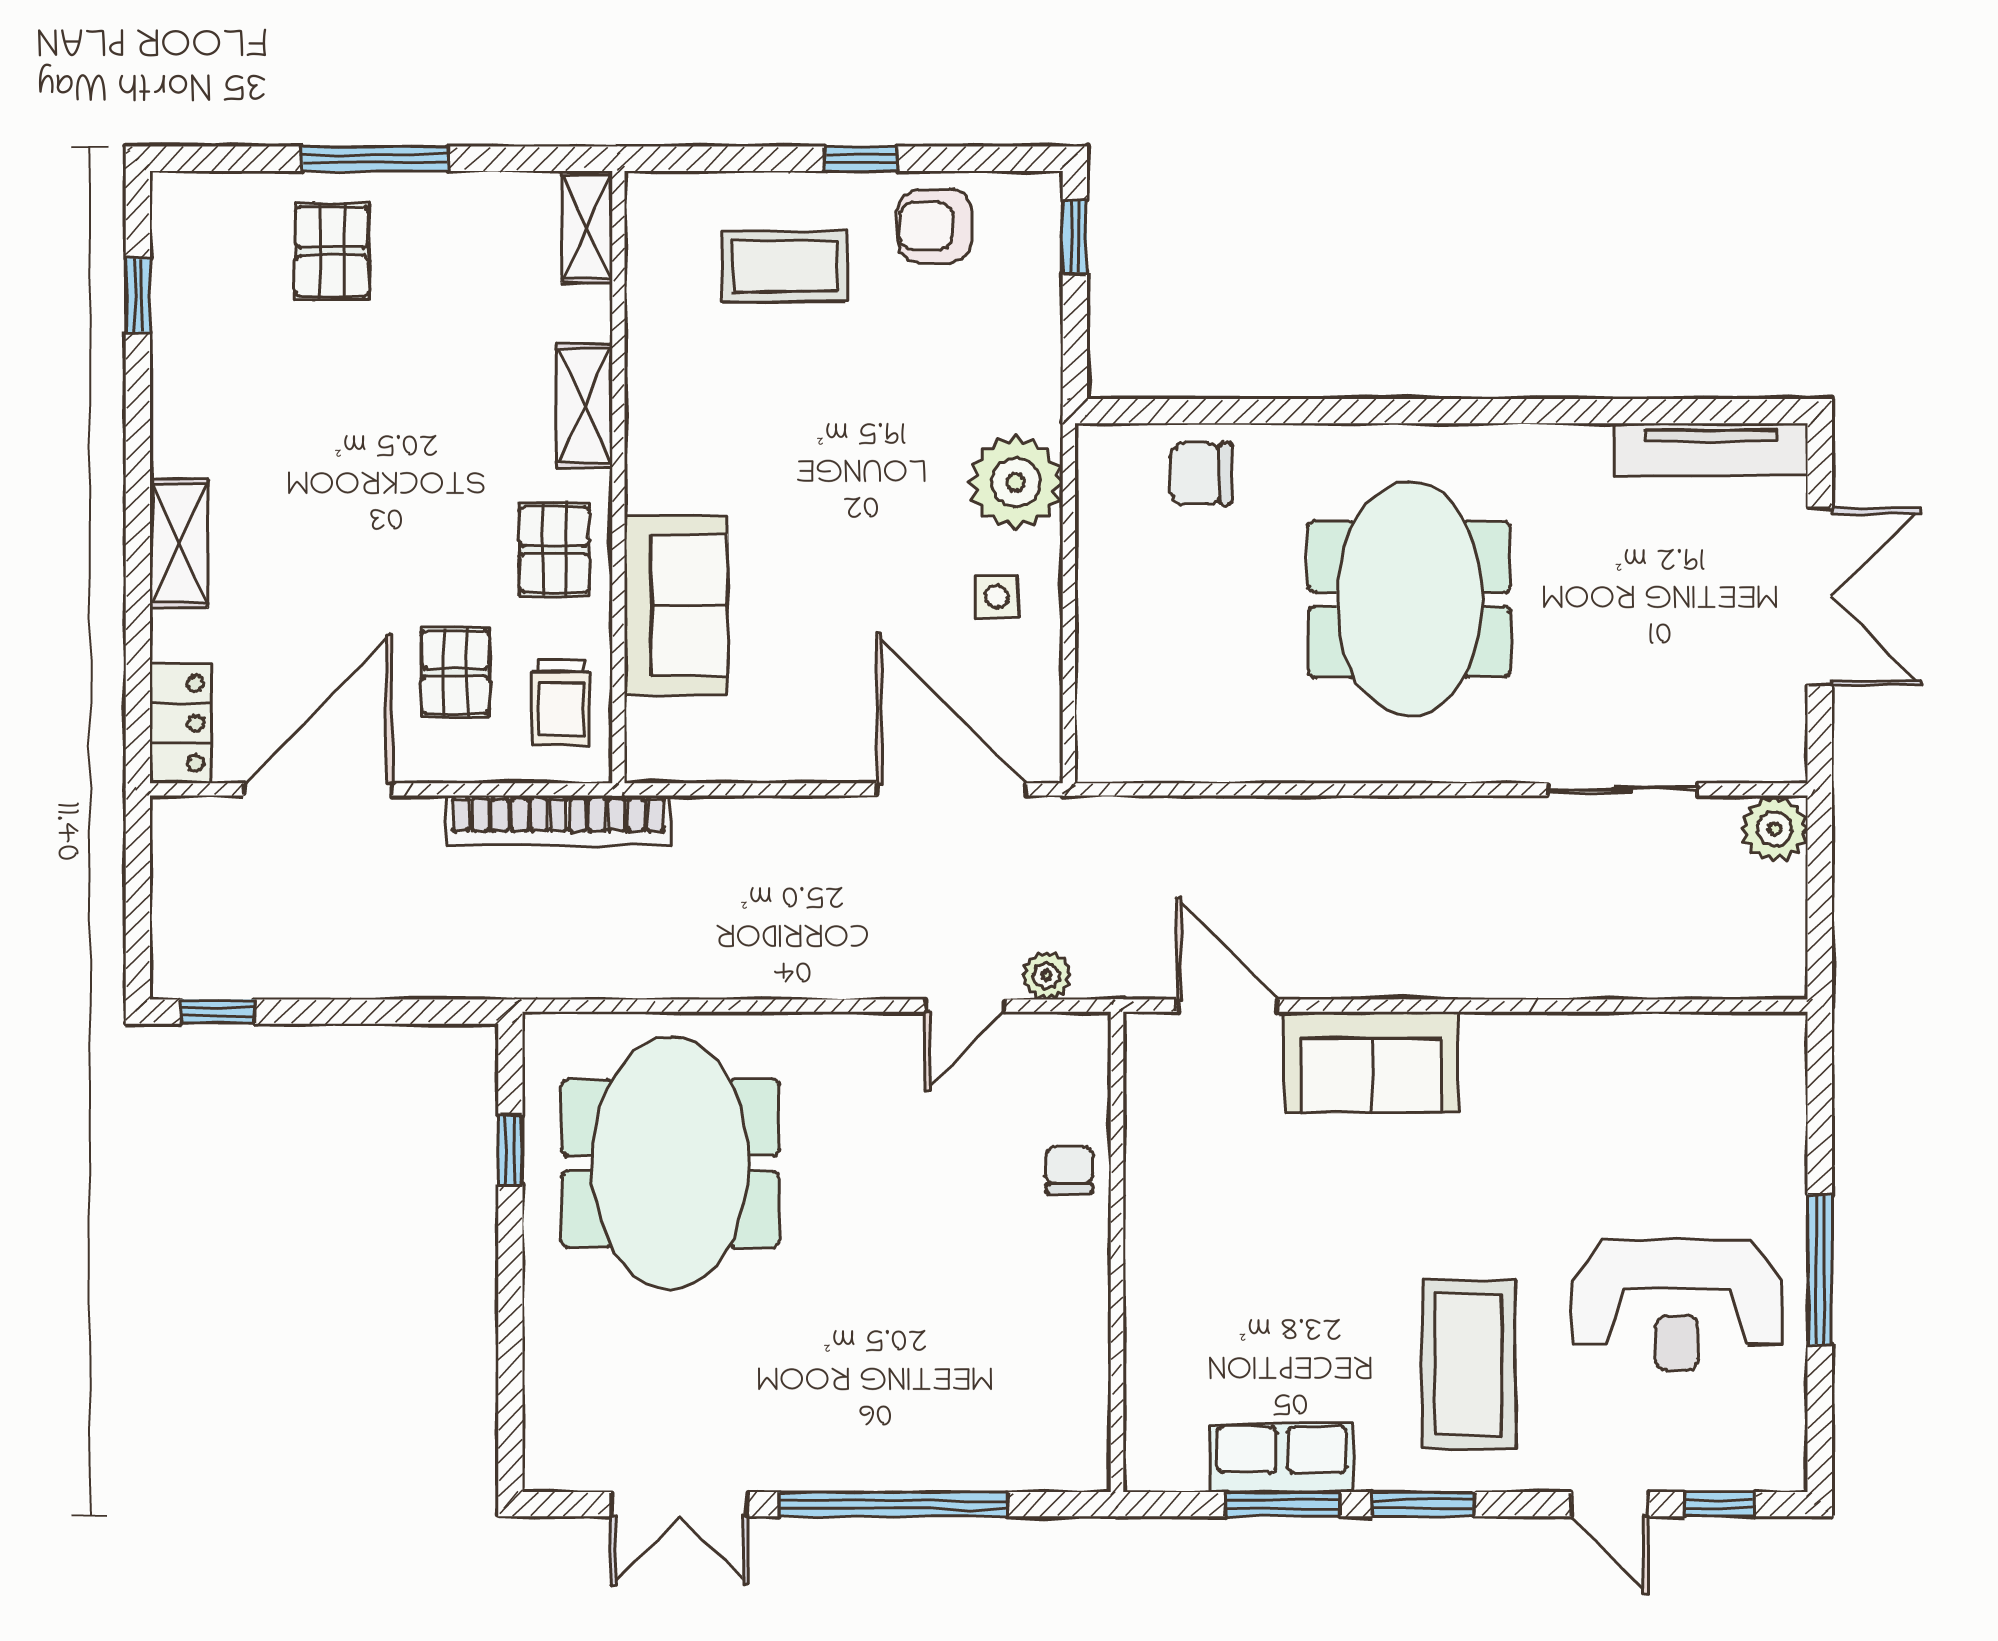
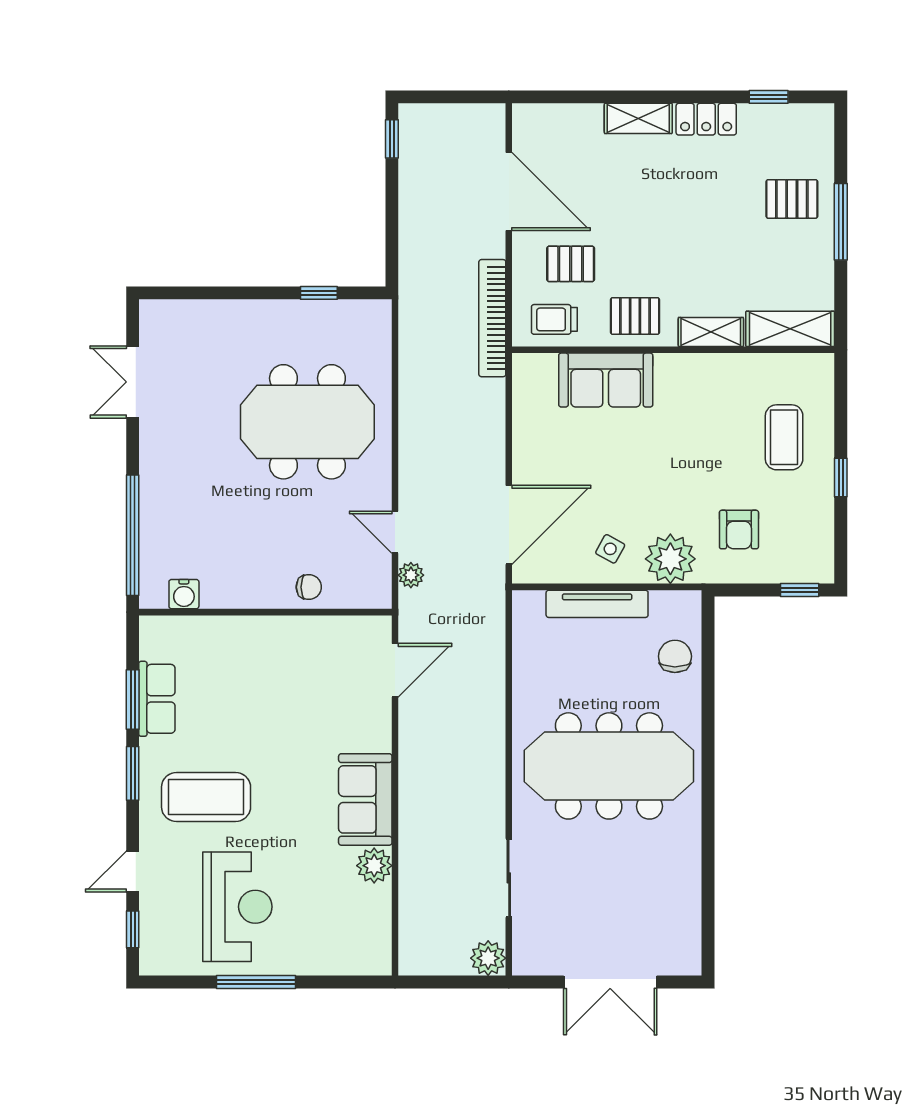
armchair: (935, 226) -> (739, 530), moved, turned 180
shelving: (587, 227) -> (790, 329), width x1.50, depth x1.33
tv unit: (1711, 449) -> (597, 604), moved, turned -90
side table: (997, 597) -> (610, 549), turned 30
meeting table: (1409, 599) -> (609, 766), width x1.36
locker: (180, 723) -> (706, 119), moved
plant: (1598, 1045) -> (374, 866), added
sofa: (1372, 1062) -> (365, 799), moved
meeting table: (670, 1163) -> (307, 422), moved
reception desk: (1677, 1305) -> (237, 907), turned 180
water cooler: (1083, 1407) -> (184, 594), added
window: (893, 1504) -> (133, 535), moved

